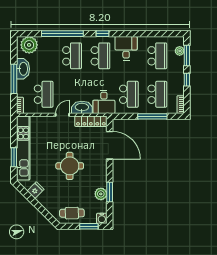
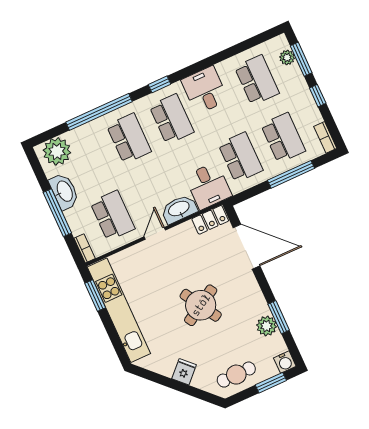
locker: (91, 121) -> (210, 220), width x0.66
window: (14, 157) -> (95, 295), moved
round table: (70, 166) -> (201, 305), turned -31
fridge: (36, 190) -> (184, 372), moved

